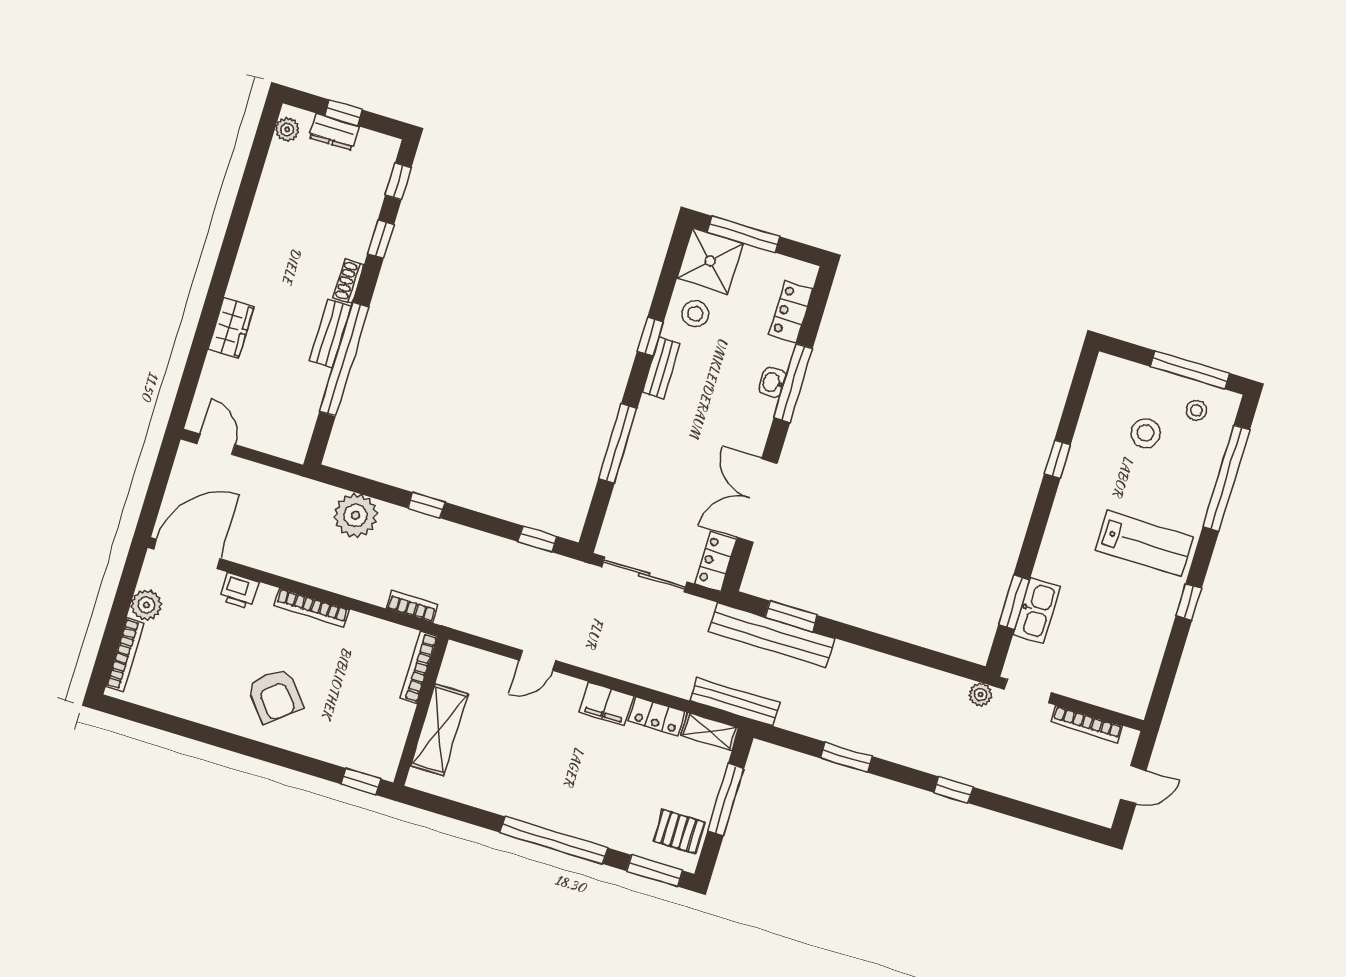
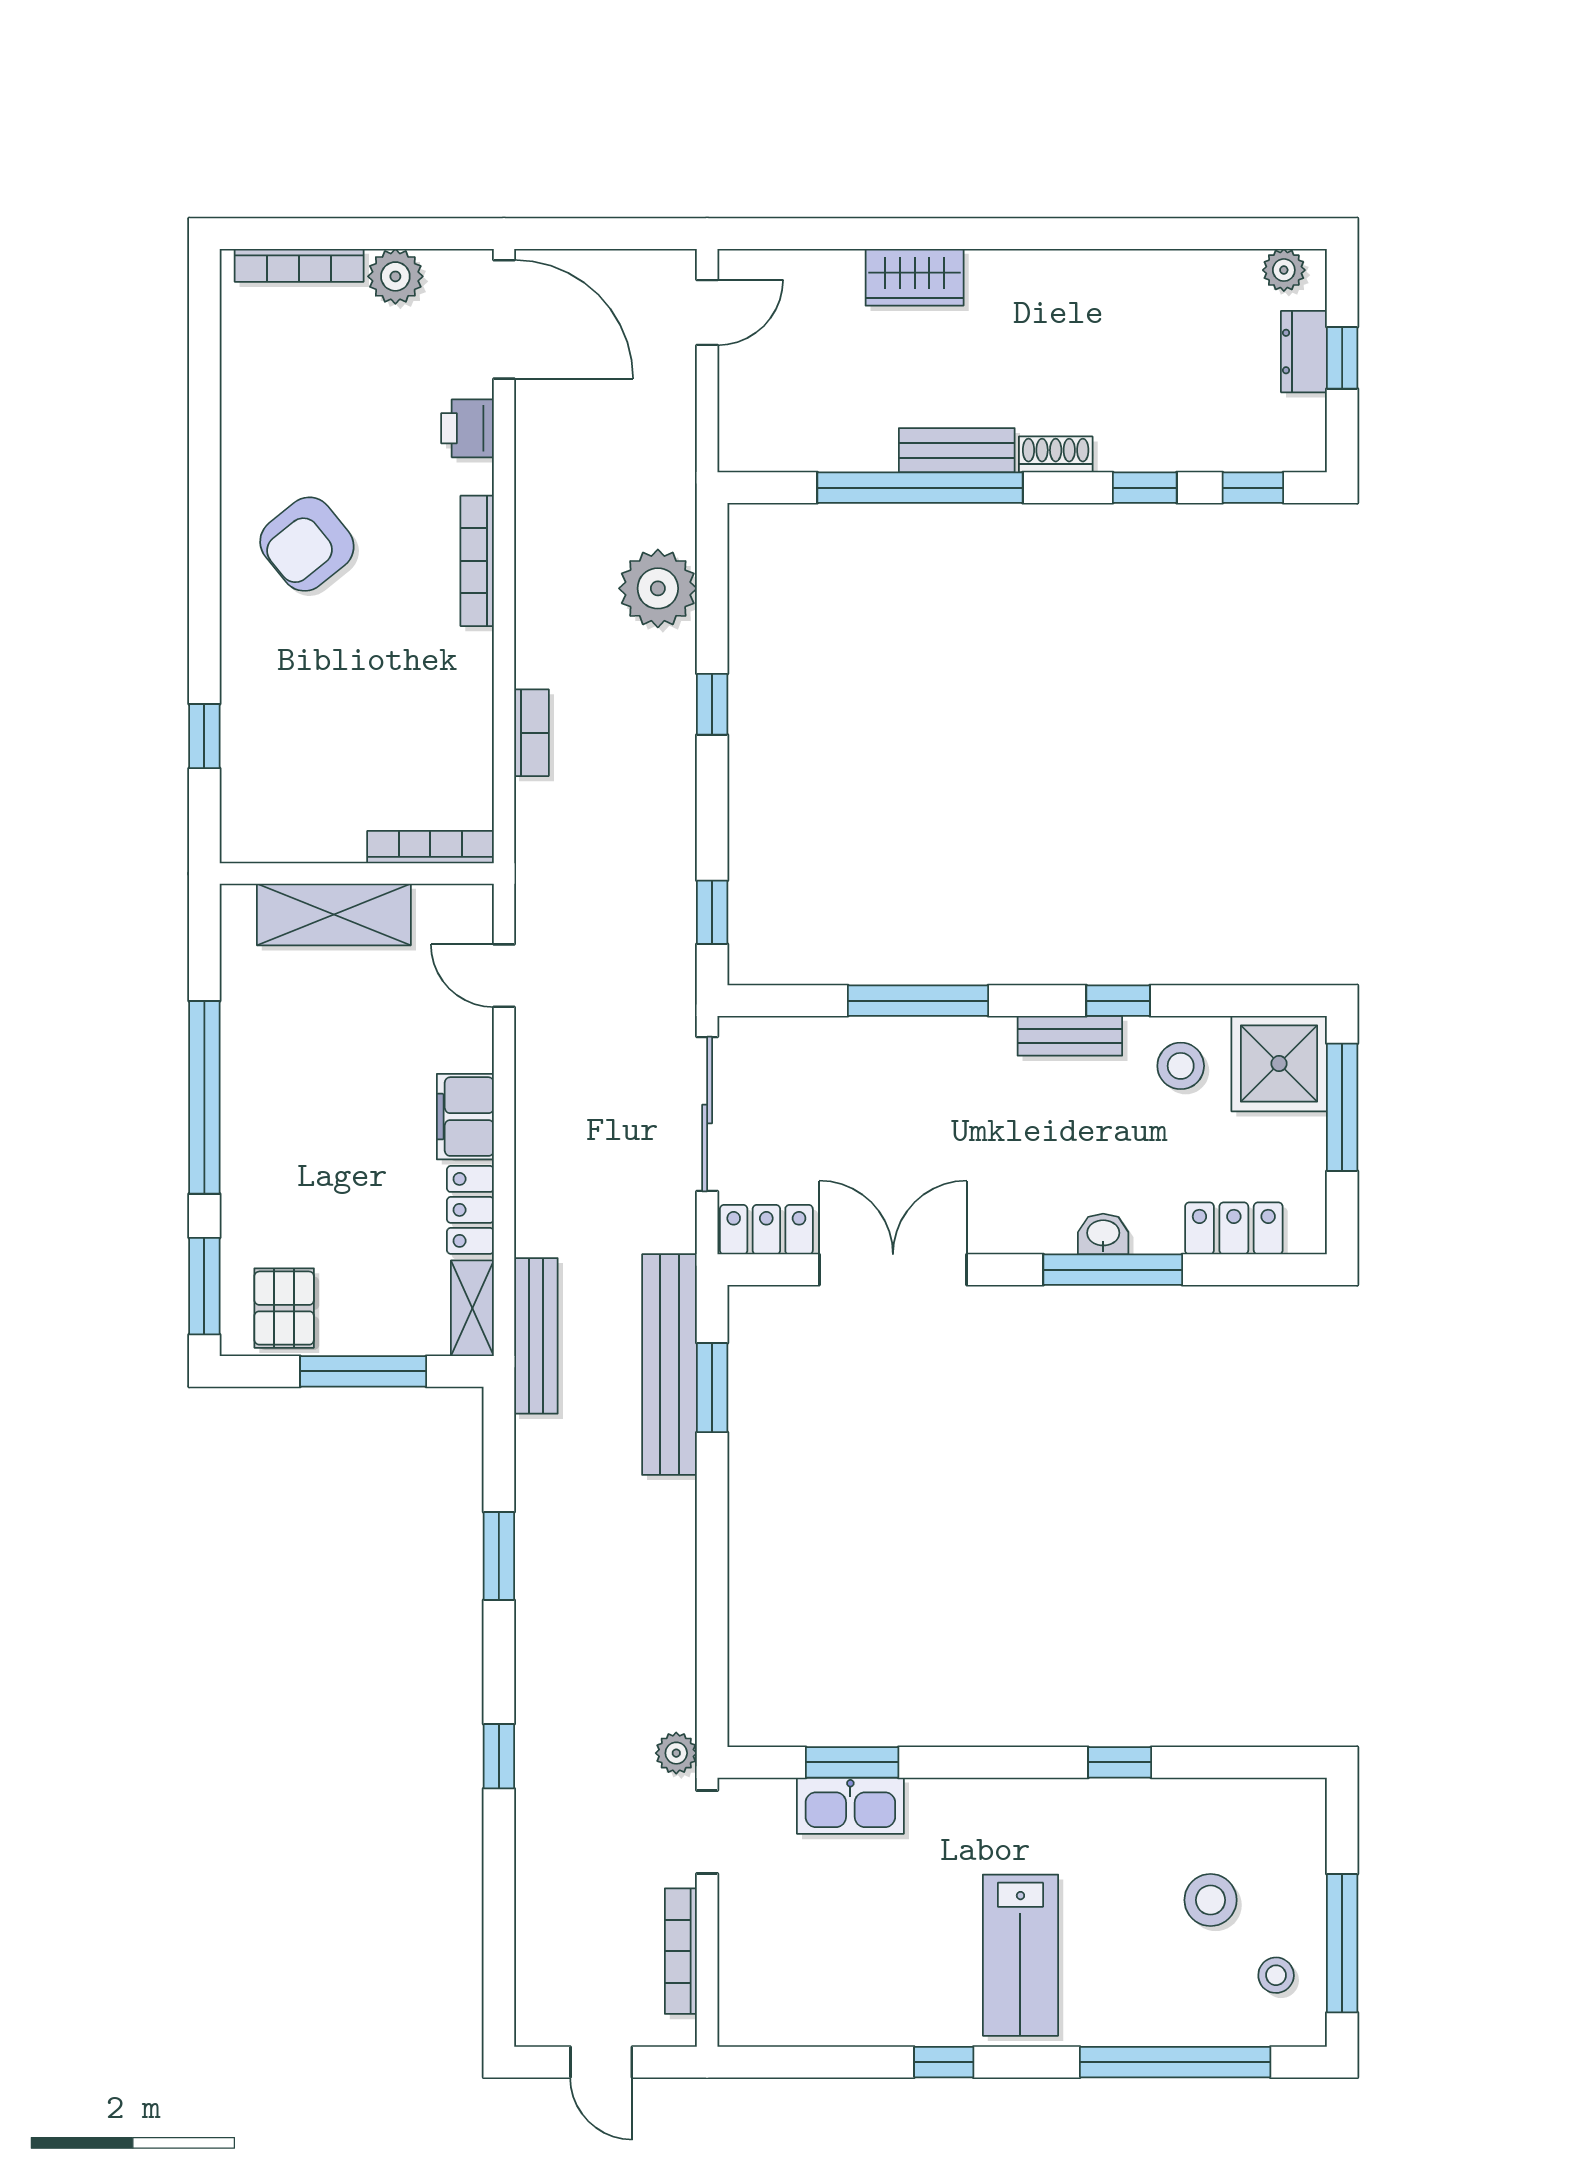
bookcase: (419, 667) -> (430, 847), moved
wall: (421, 711) -> (357, 874), moved
shelving: (439, 730) -> (334, 915), moved

